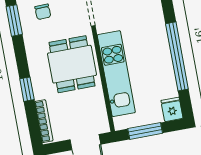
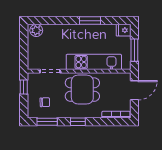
window: (177, 56) -> (90, 21), width x0.47
window: (27, 89) -> (78, 122), moved

